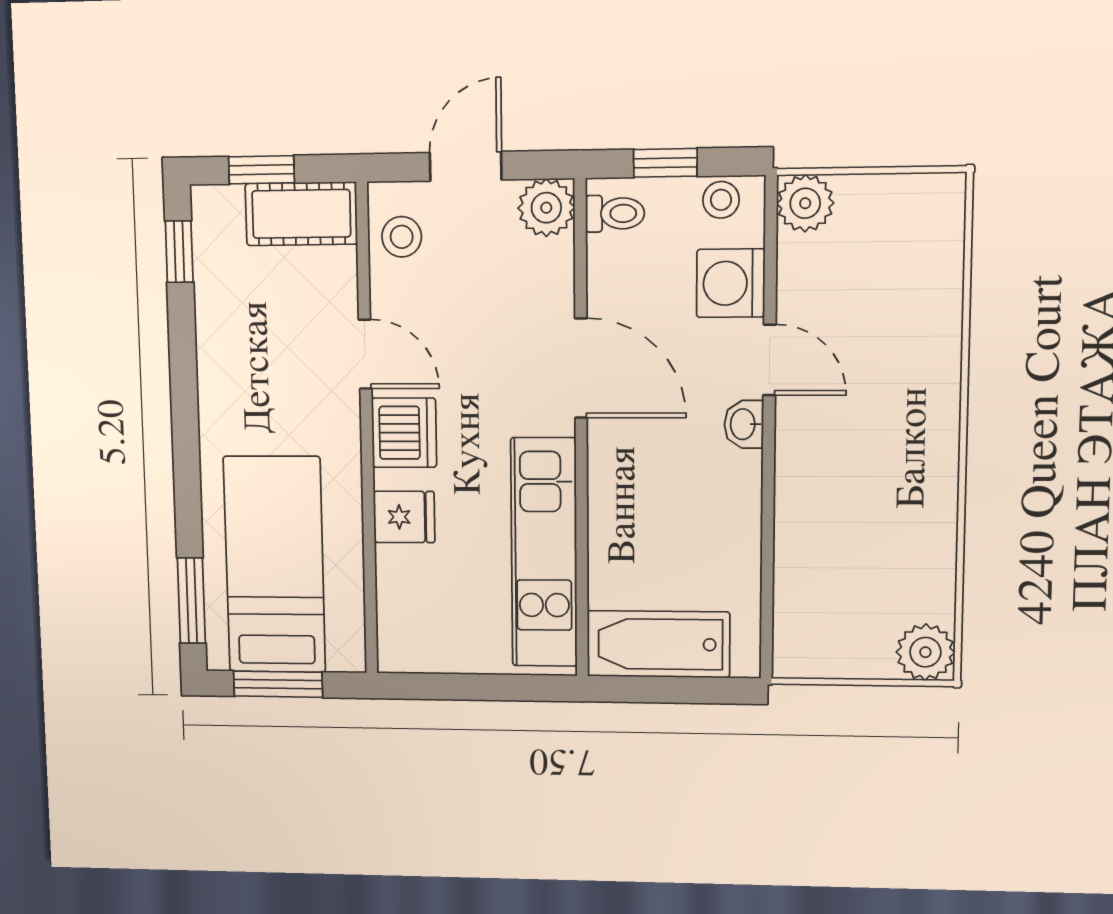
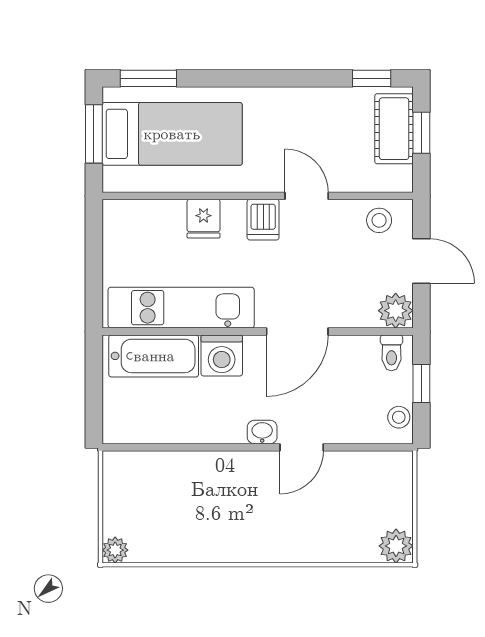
plant: (805, 203) -> (396, 546), moved
cot: (301, 214) -> (394, 129), moved
washing machine: (731, 283) -> (222, 355), moved, turned 180
door: (365, 354) -> (307, 196), swing flipped
dishwasher: (404, 433) -> (263, 220), width x0.73
bathtub: (658, 644) -> (154, 356), moved, turned 90
plant: (925, 652) -> (115, 550), width x0.73, depth x0.73

